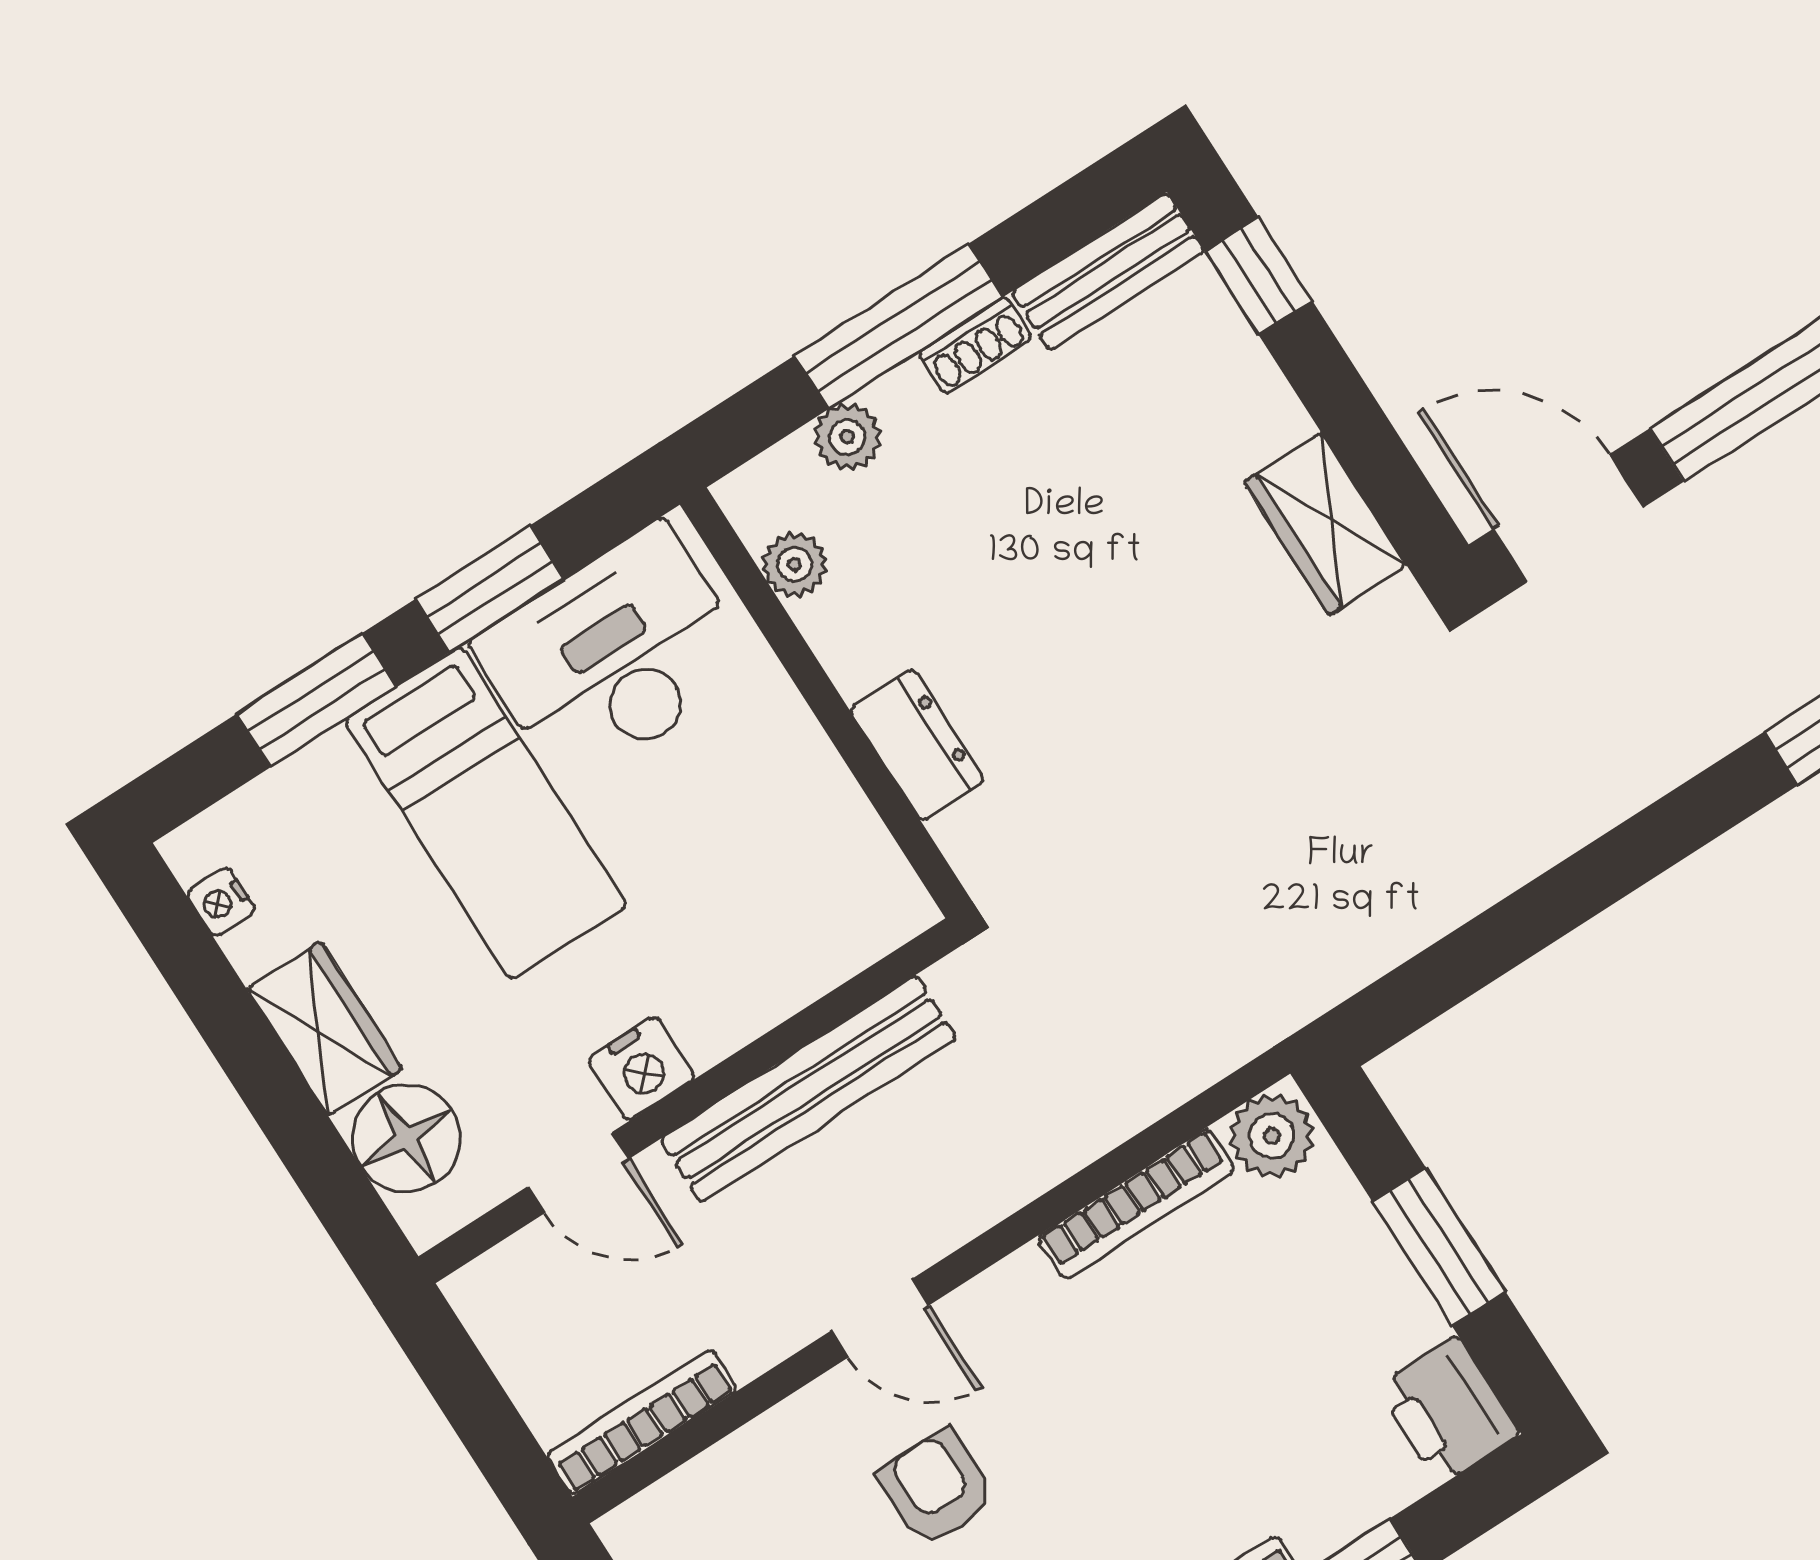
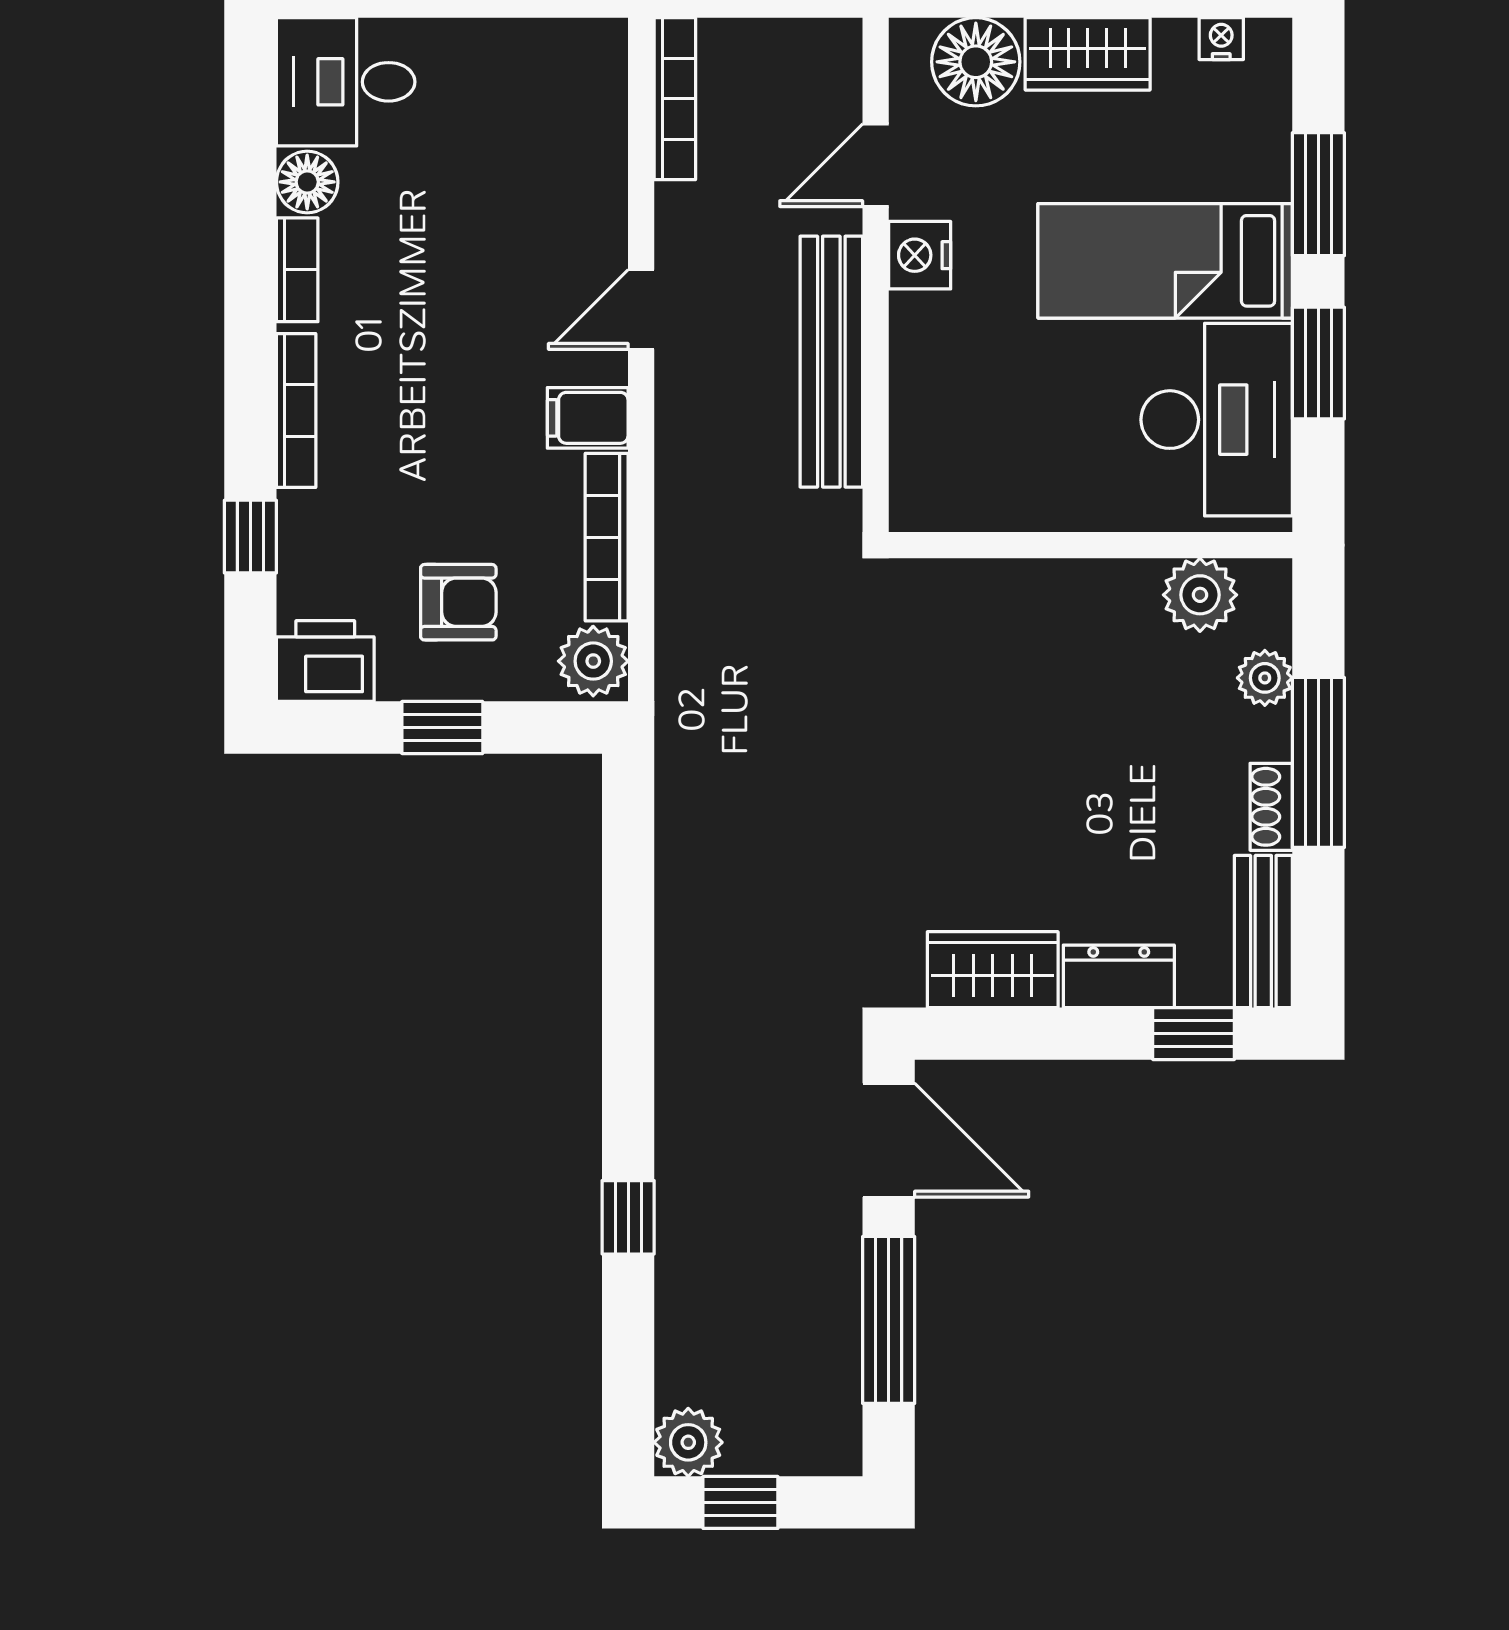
door: (1568, 518) -> (889, 1140), hinge flipped
plant: (795, 564) -> (1200, 595), width x1.38, depth x1.38
dresser: (917, 745) -> (1119, 976), moved, turned 180
window: (1439, 1247) -> (442, 727), width x0.67
filing cabinet: (1026, 1302) -> (588, 418), added
armchair: (937, 1487) -> (458, 602), moved

